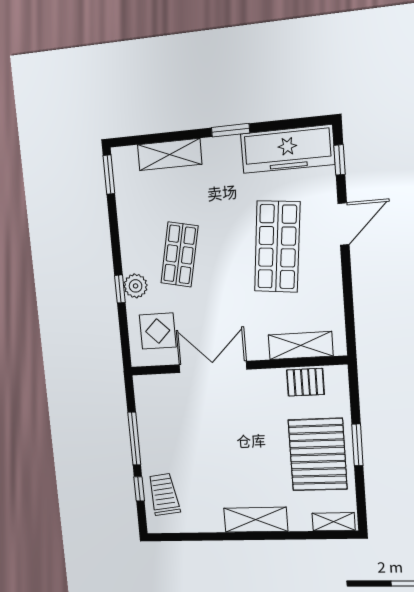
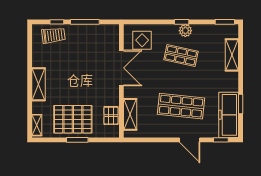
window: (231, 130) -> (241, 104), moved
plant: (136, 286) -> (185, 31), moved
window: (120, 289) -> (182, 22), moved

